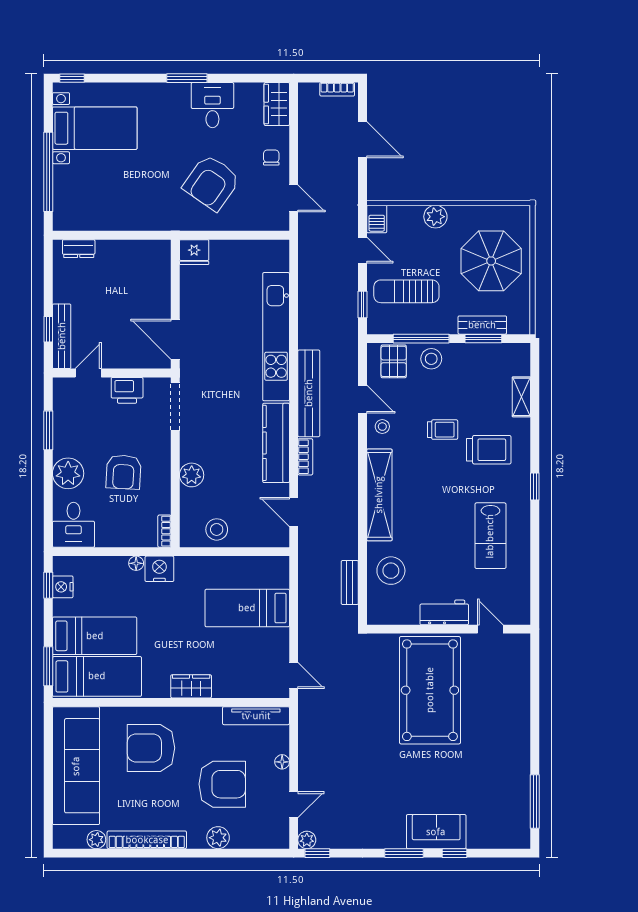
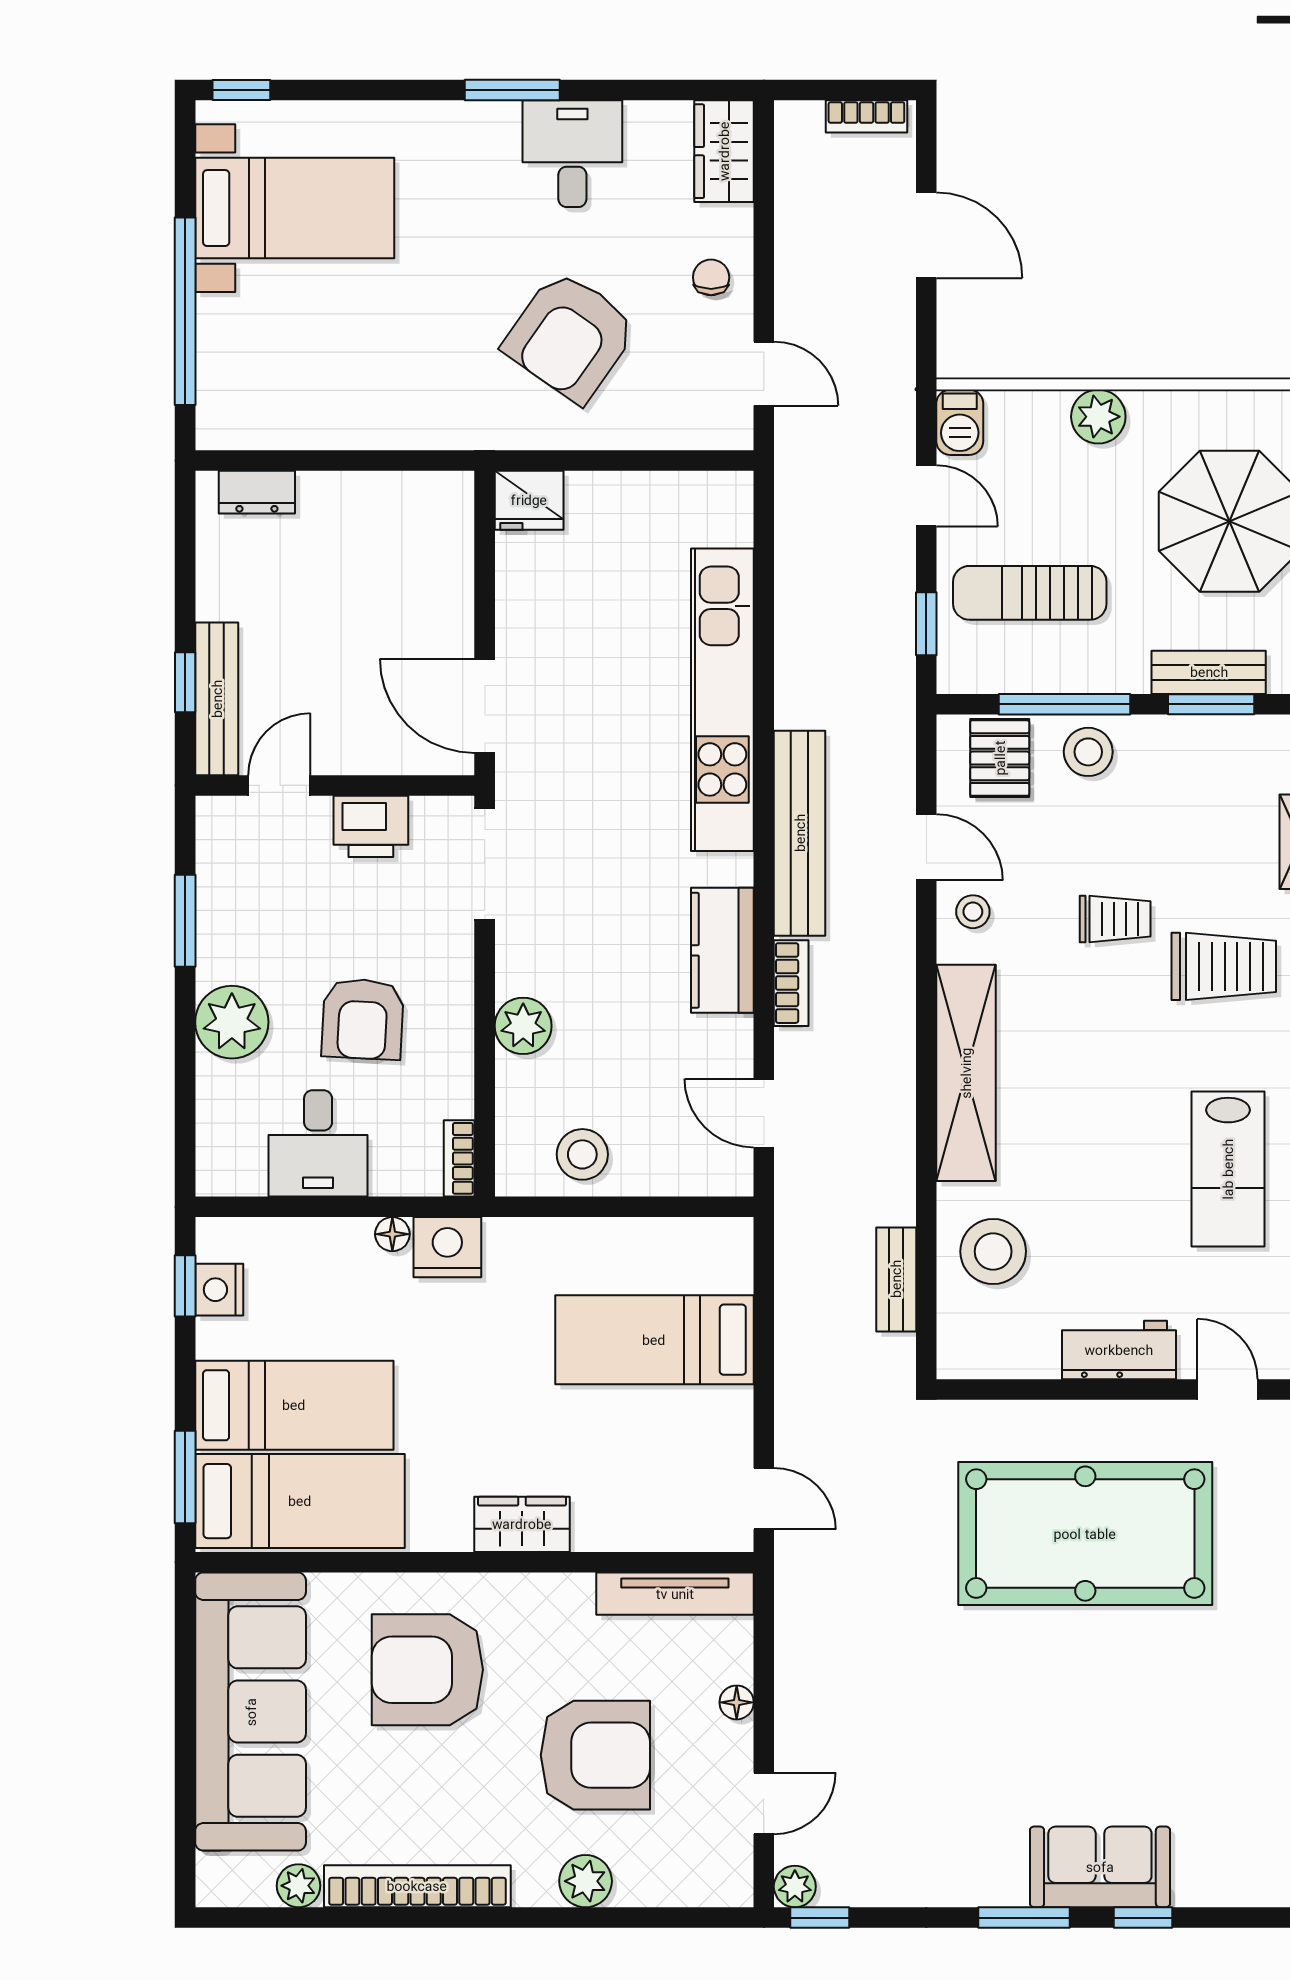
kitchen counter: (276, 443) -> (722, 950), width x0.67
desk: (73, 525) -> (318, 1143), moved
pool table: (430, 690) -> (1085, 1534), turned 90

